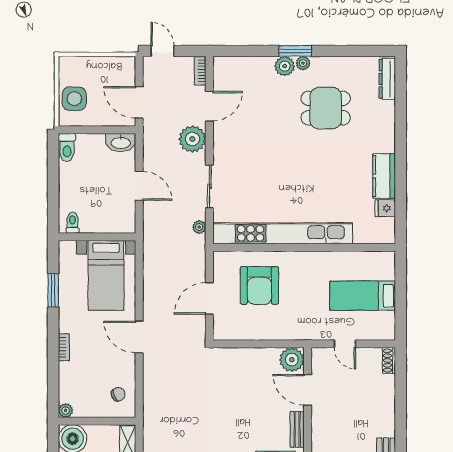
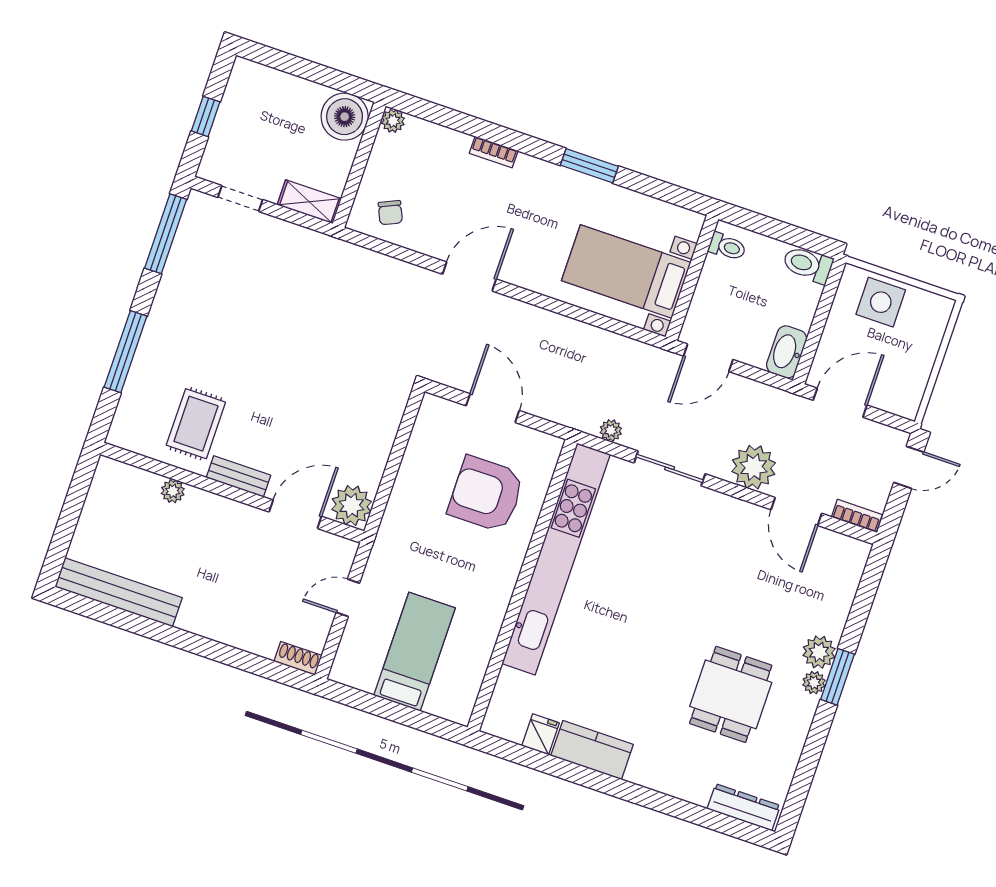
toilet: (72, 223) -> (727, 247), moved
wall: (97, 237) -> (692, 278), moved
bed with nightstands: (106, 275) -> (626, 272), moved

